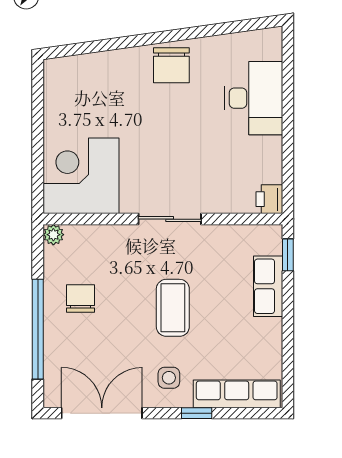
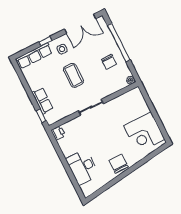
corner desk: (81, 176) -> (144, 132), moved, turned 90

